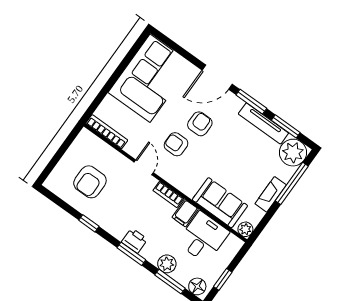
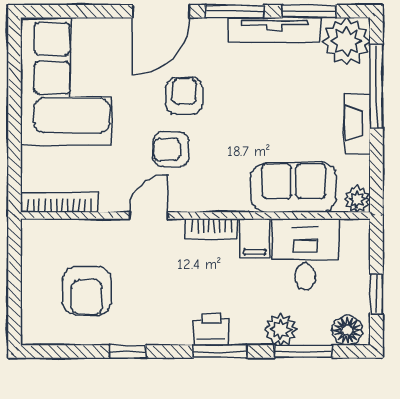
door: (144, 167) -> (149, 215), hinge flipped

